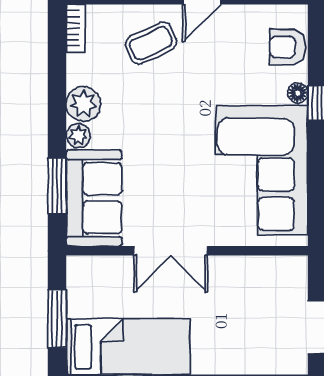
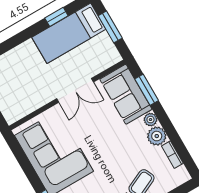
bookcase: (76, 28) -> (172, 155), moved
double door: (171, 251) -> (75, 90), swing flipped

